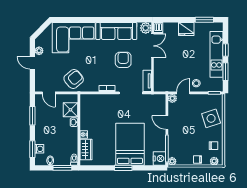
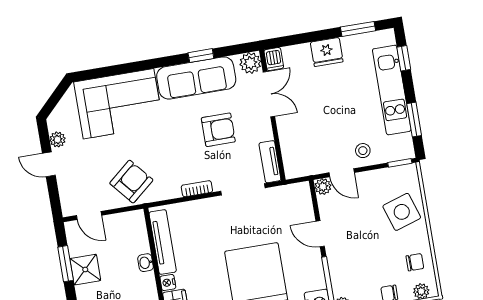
window: (121, 20) -> (201, 56), added
window: (226, 50) -> (404, 58), moved
armchair: (123, 60) -> (218, 130), turned 90
door: (183, 93) -> (342, 173), swing flipped
shower: (70, 110) -> (85, 270), moved
tv unit: (85, 113) -> (163, 242), added

